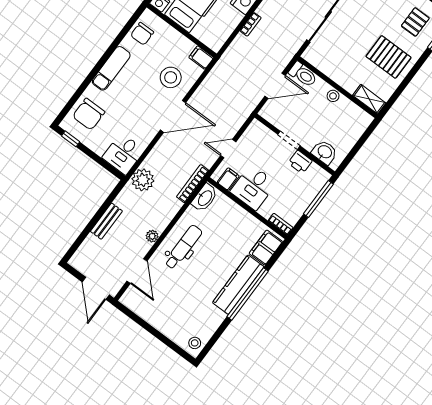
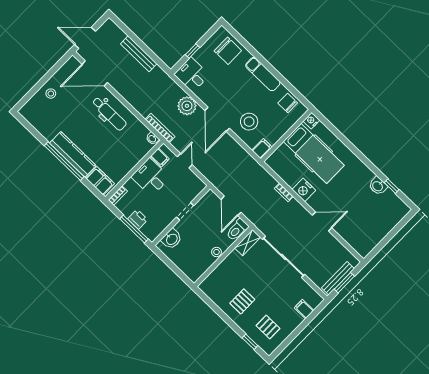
pallet: (389, 57) -> (242, 301), width x0.67, depth x0.71
shelving: (369, 99) -> (248, 243), moved
chair: (89, 114) -> (228, 51), turned 180
window: (71, 139) -> (193, 51), moved
printer: (300, 162) -> (138, 219), moved, turned 90
plant: (143, 180) -> (187, 106), moved
washbasin: (205, 198) -> (152, 139), width x0.52, depth x0.69
bench: (106, 221) -> (139, 54), width x1.36
plant: (152, 236) -> (122, 89), removed
door: (137, 271) -> (95, 73), width x1.36
stool: (195, 343) -> (51, 94), moved

